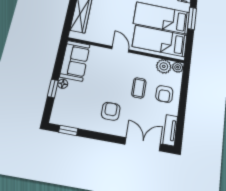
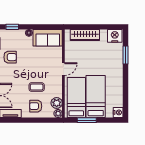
window: (192, 18) -> (87, 120), moved
window: (53, 89) -> (12, 27), moved
armchair: (111, 111) -> (10, 57), moved

